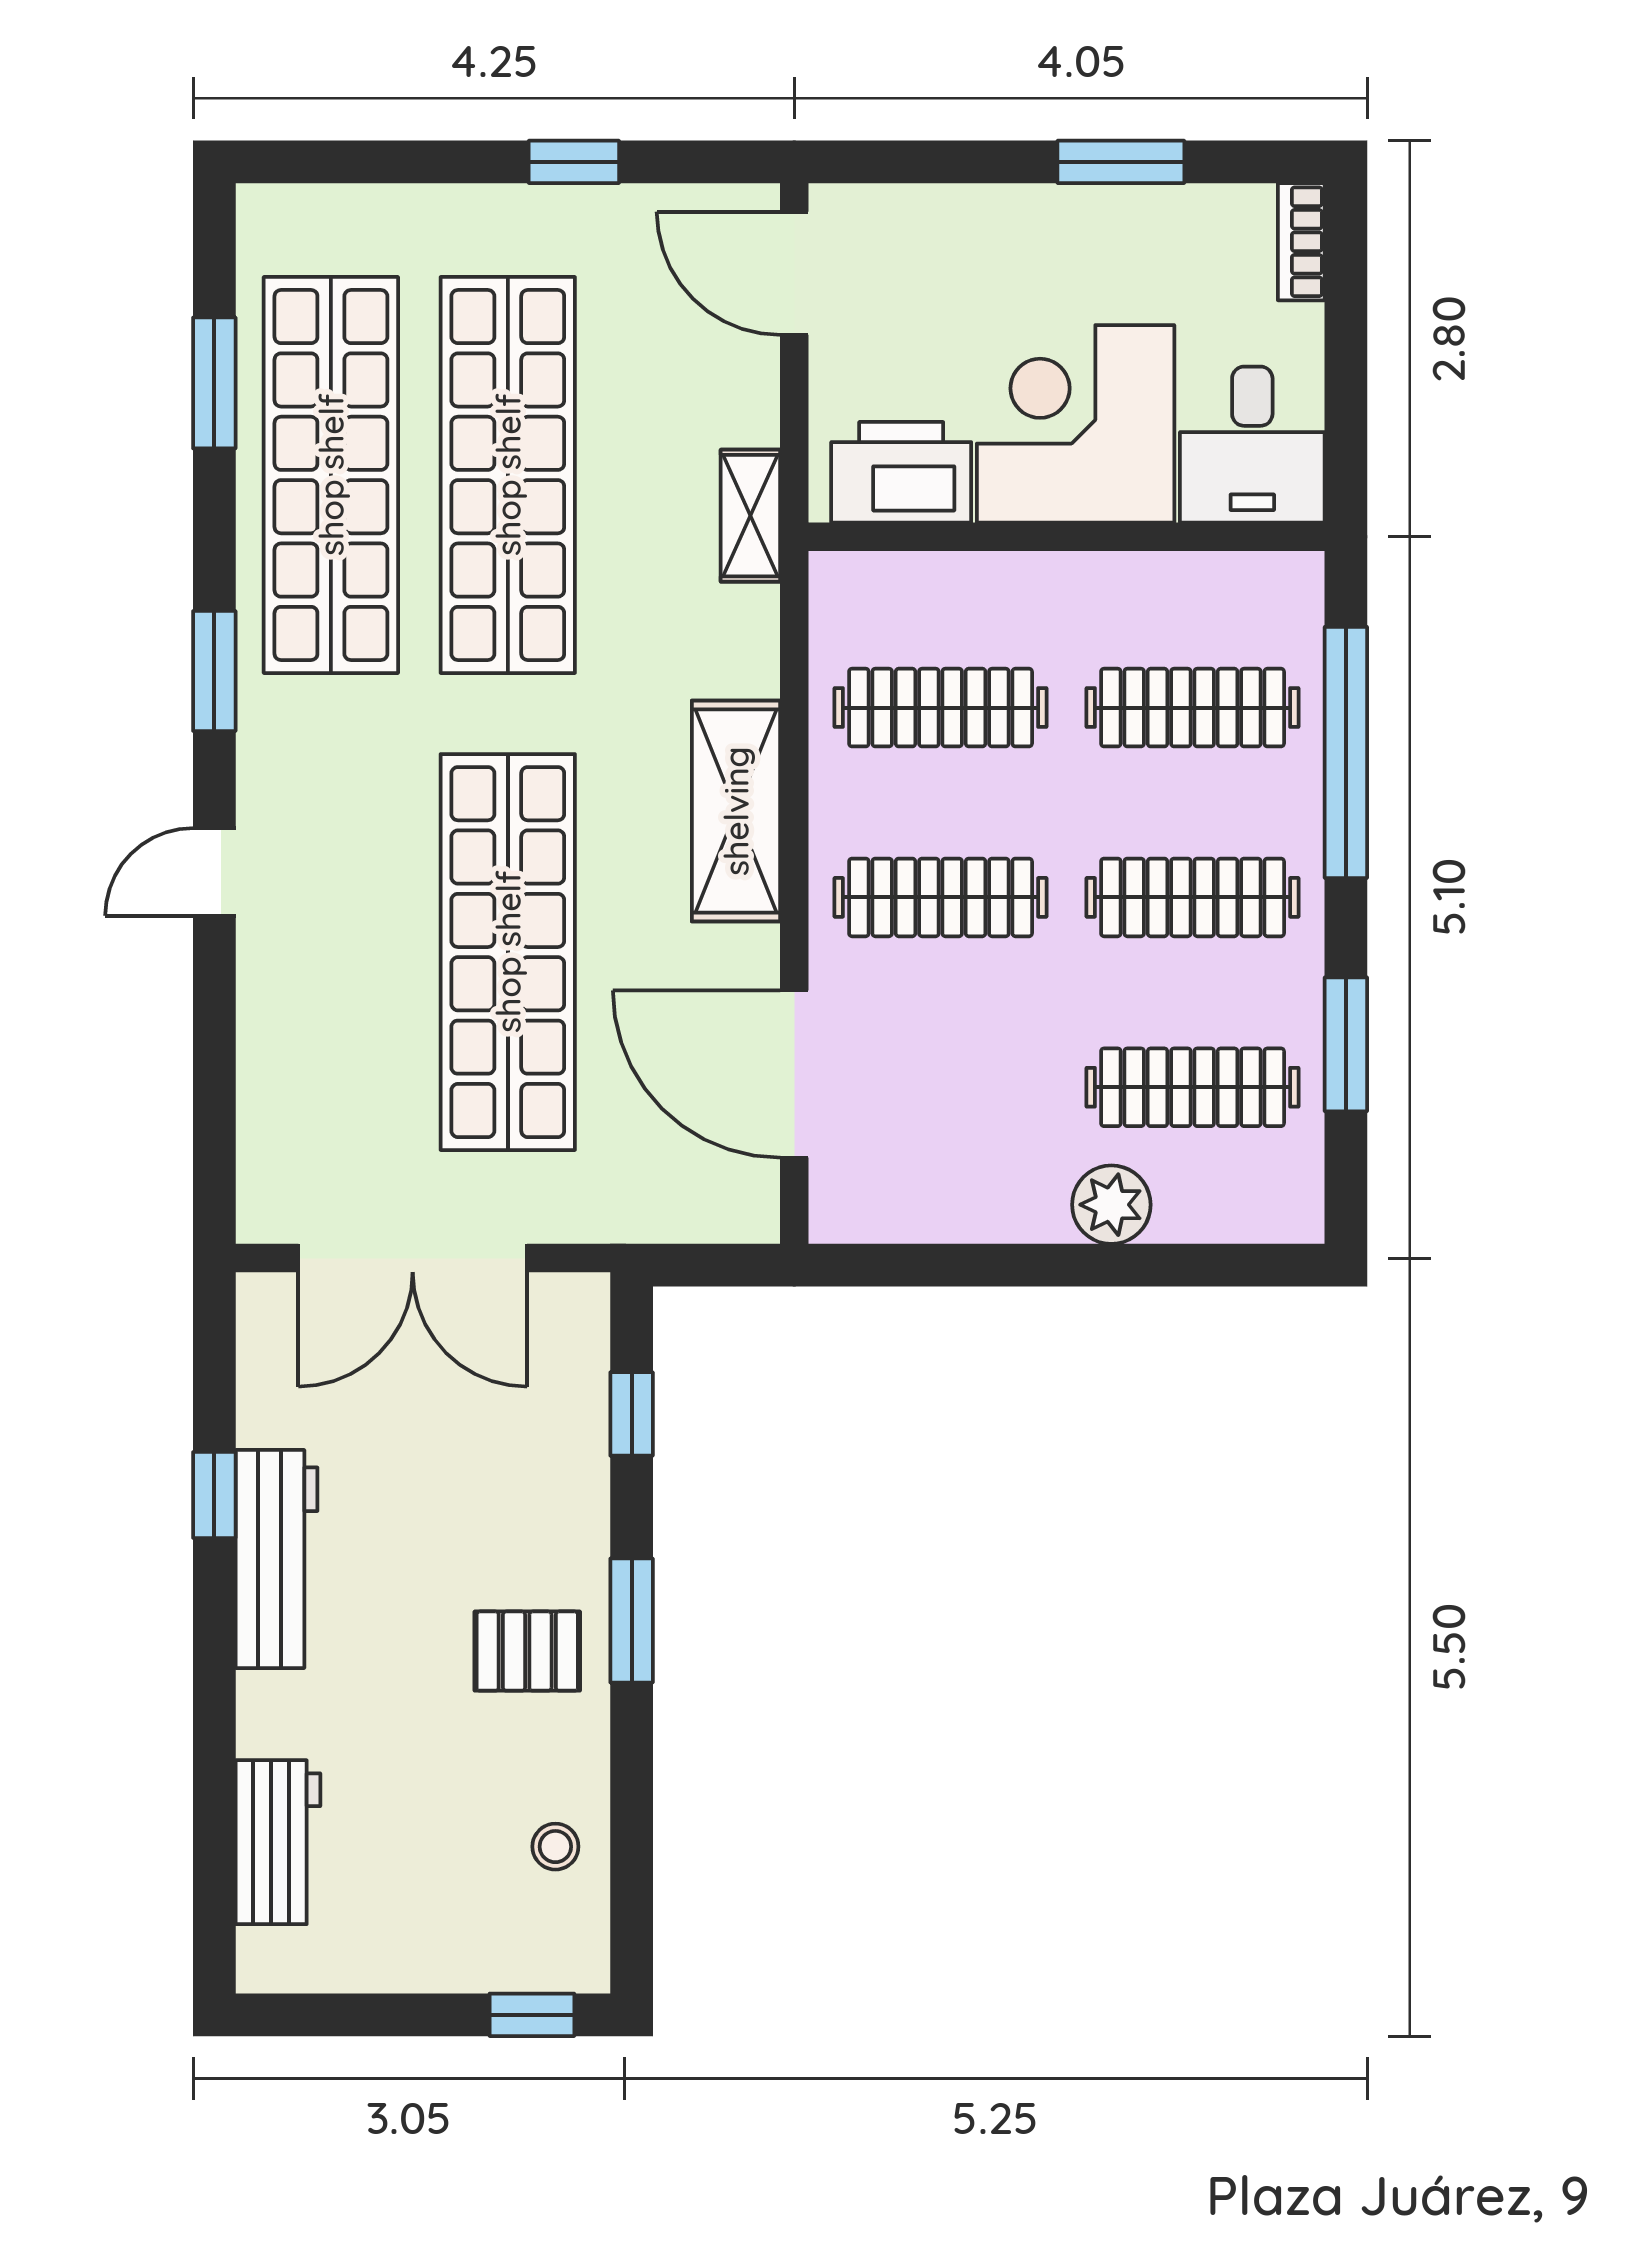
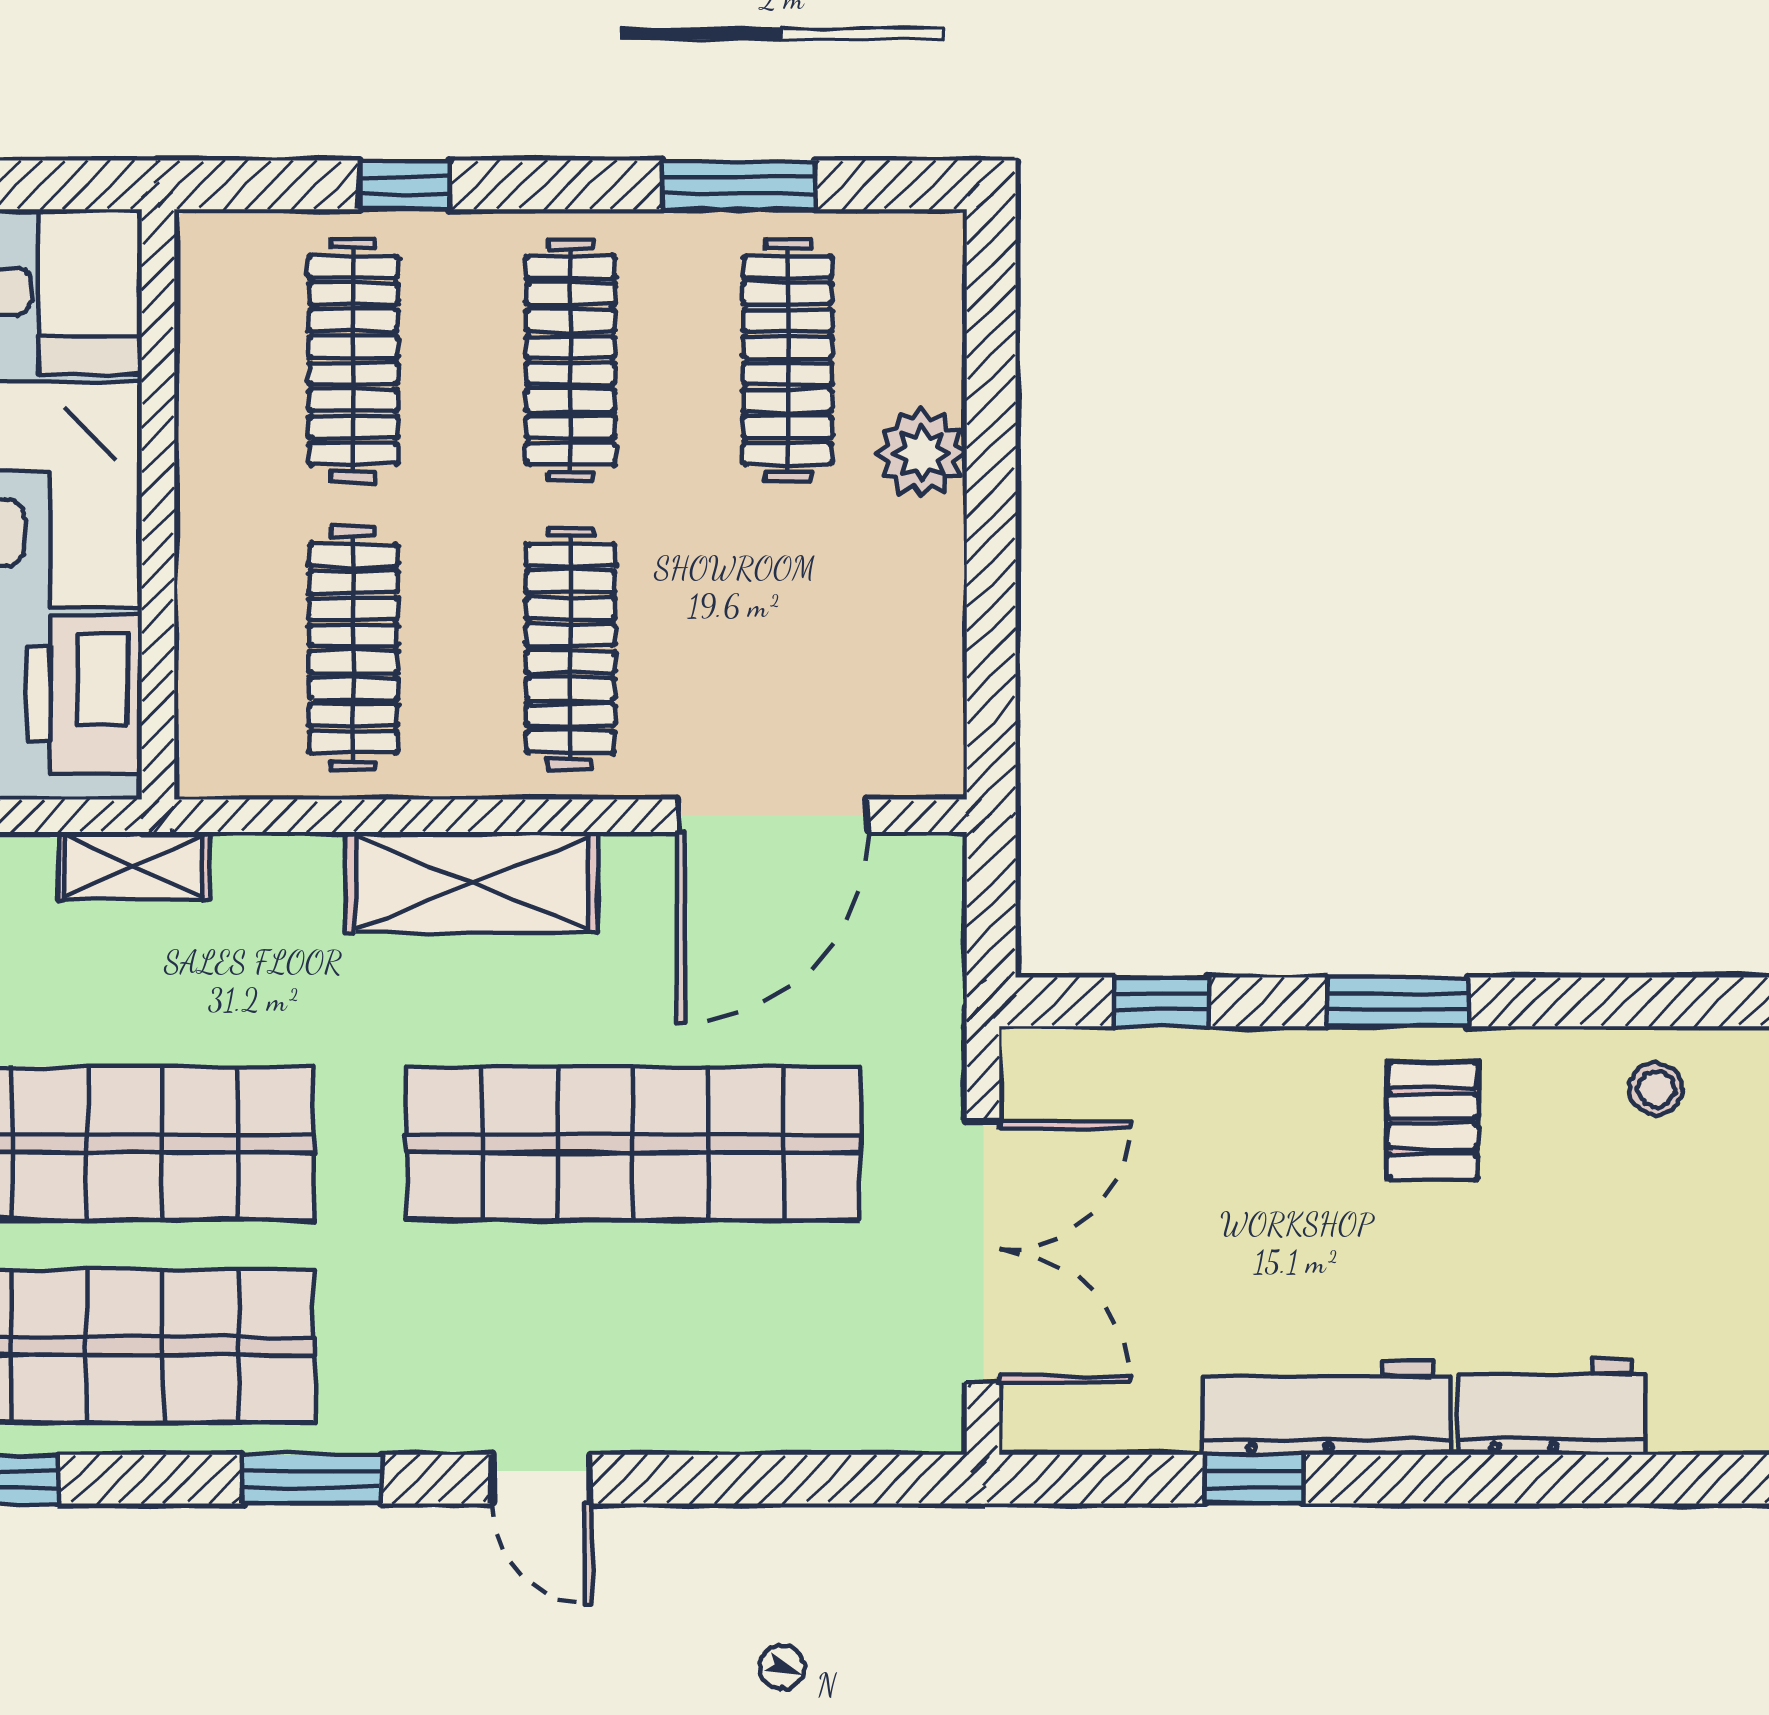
window: (1346, 752) -> (405, 185), width x0.32
workbench: (278, 1842) -> (1552, 1406), moved

